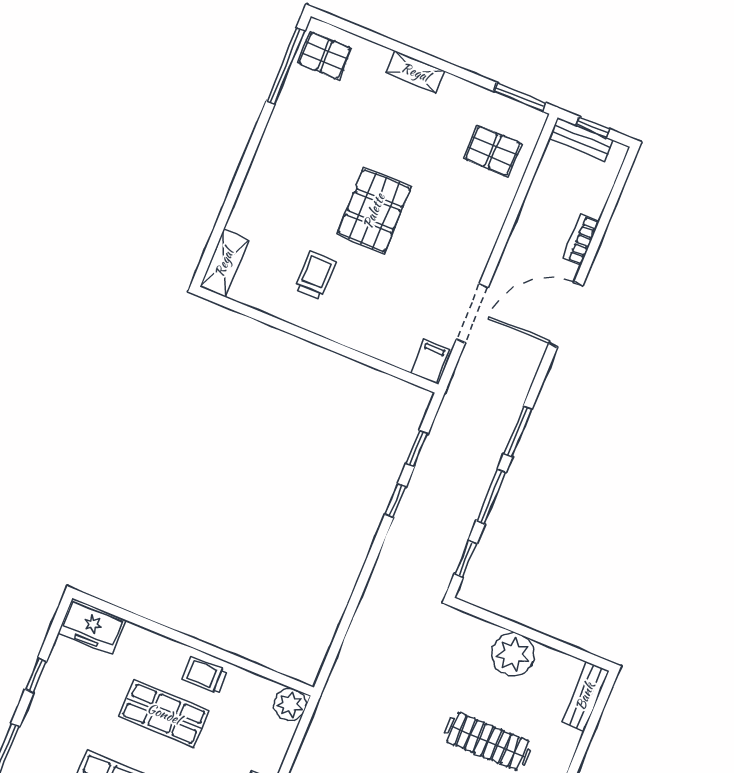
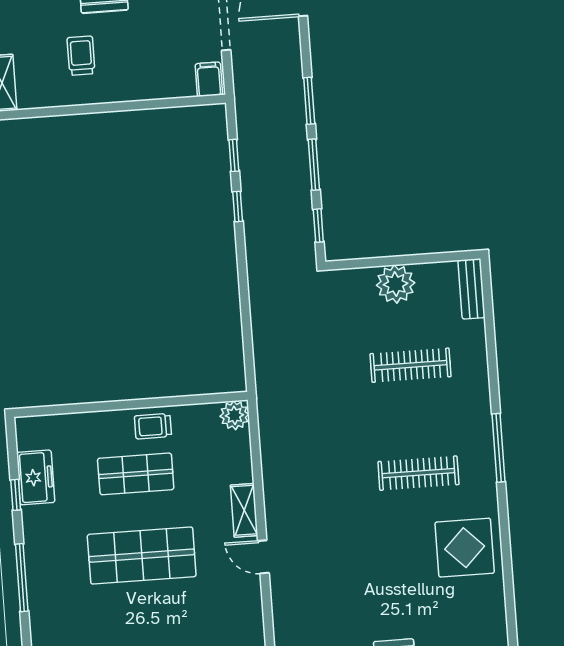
freezer: (92, 626) -> (36, 477), moved, turned -90

